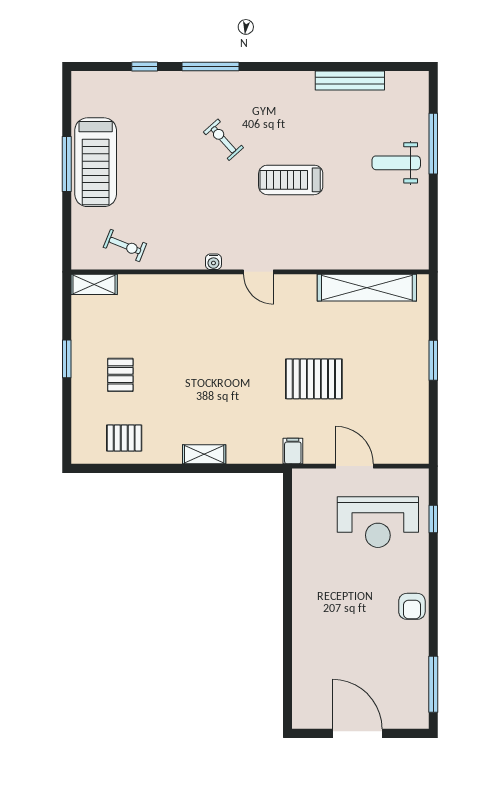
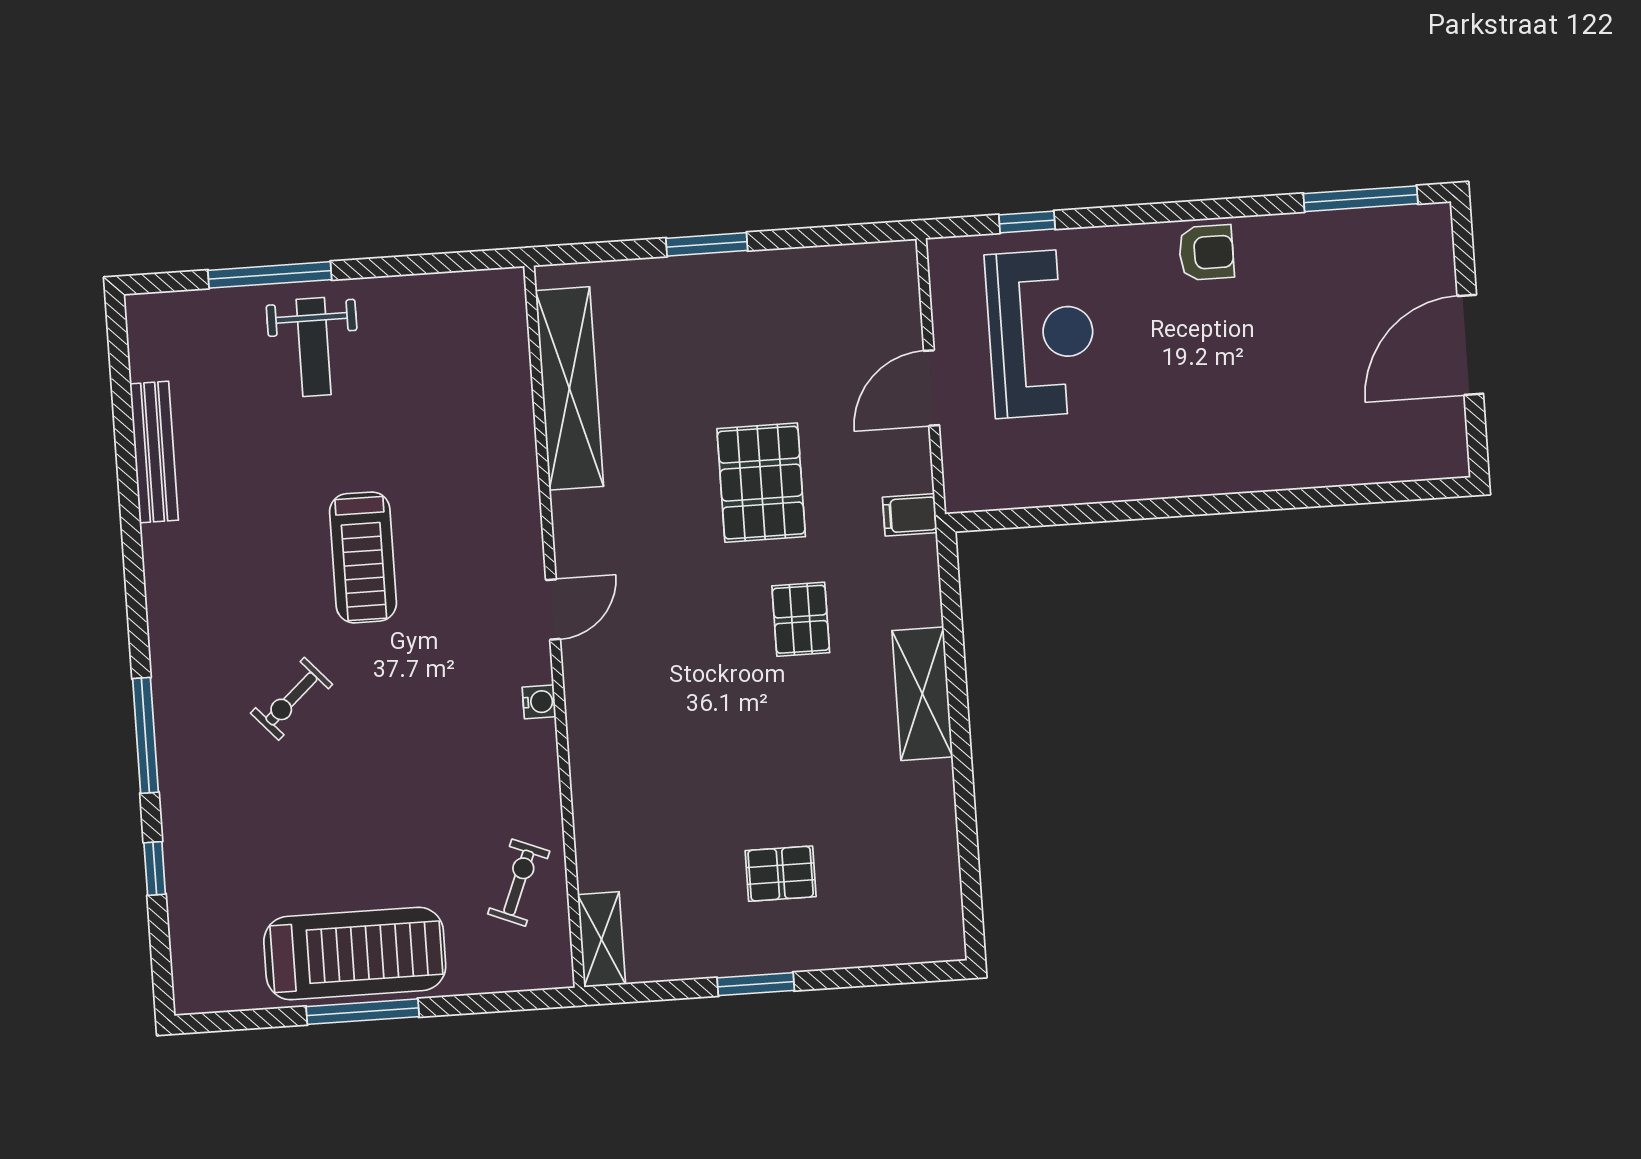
pallet: (124, 438) -> (801, 619), moved
shelving: (204, 454) -> (922, 694), width x1.50, depth x1.33

